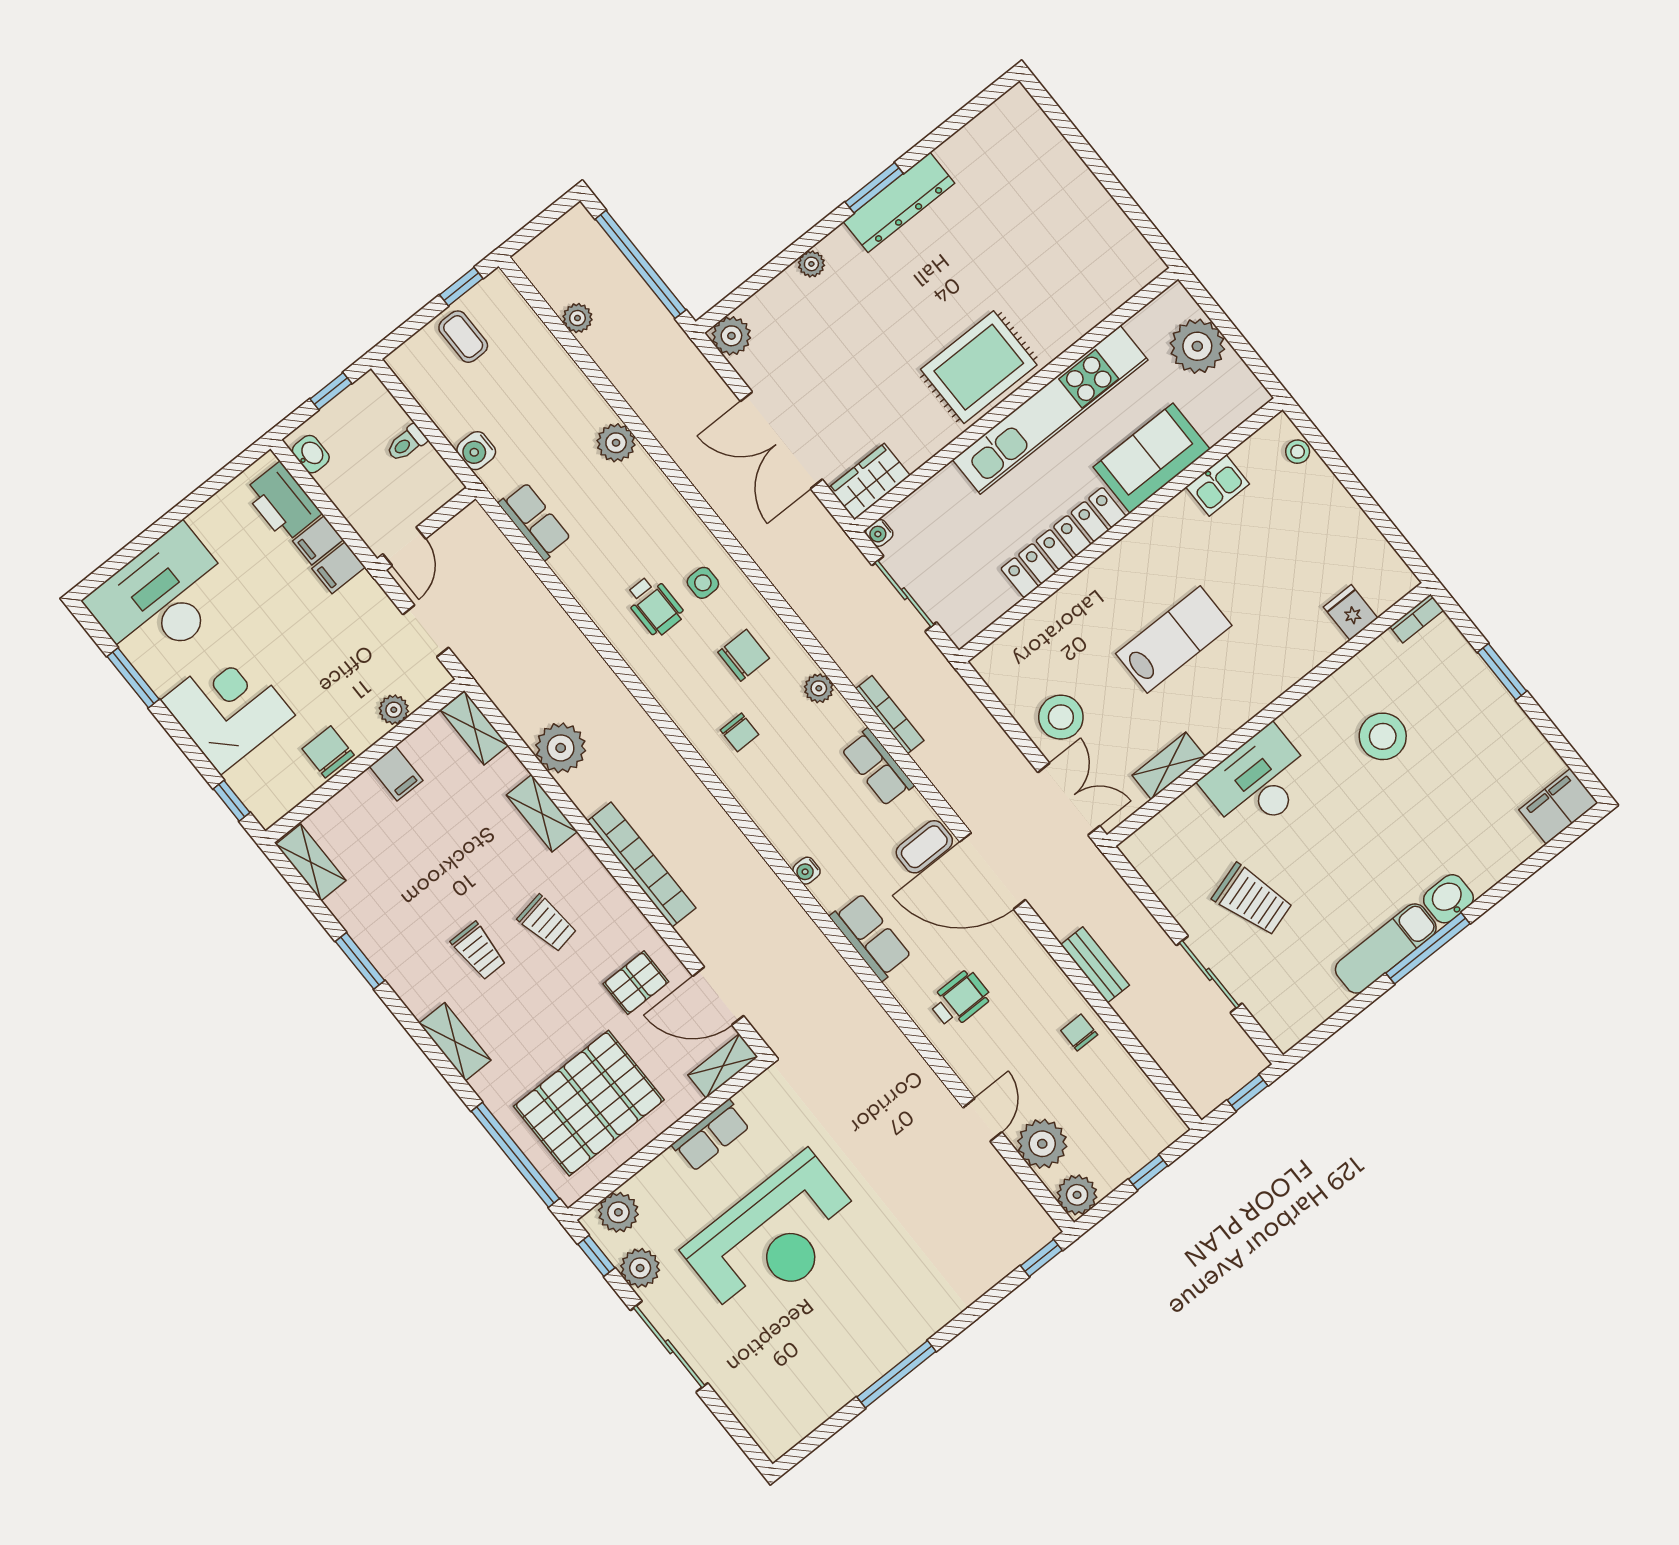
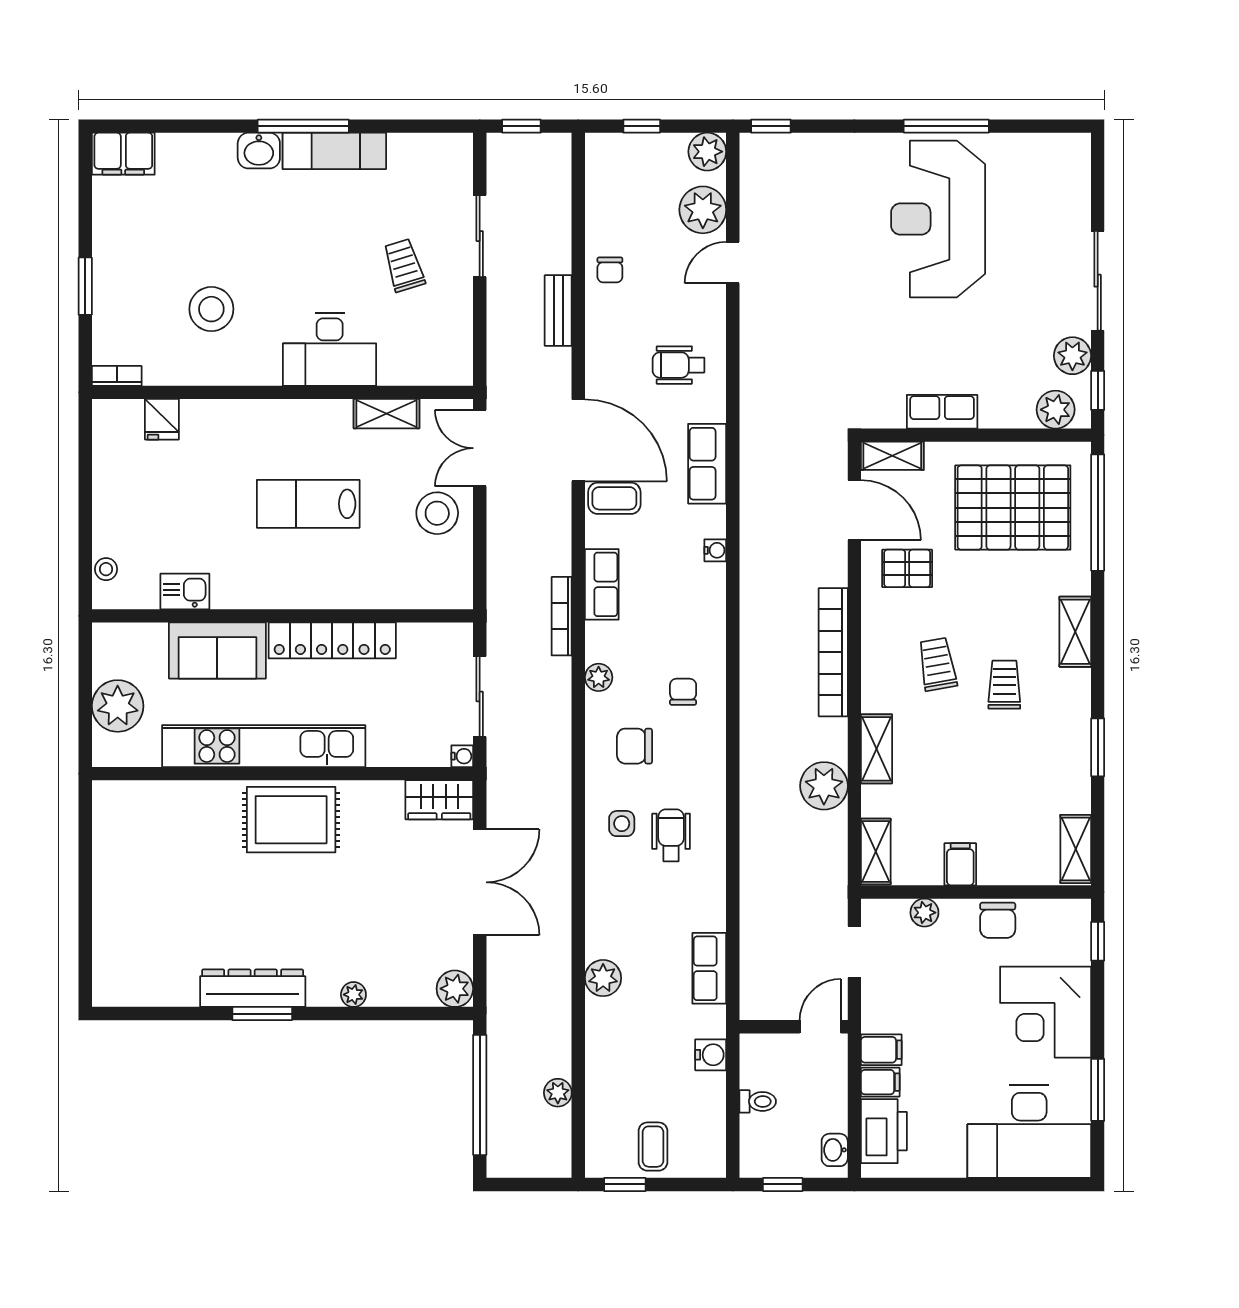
trolley: (1253, 900) -> (404, 265), width x0.73, depth x0.72
reception desk: (774, 1237) -> (938, 219), moved, turned -90

